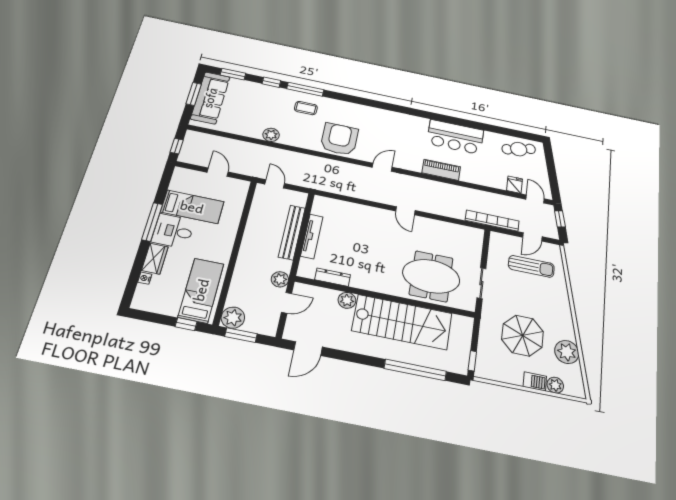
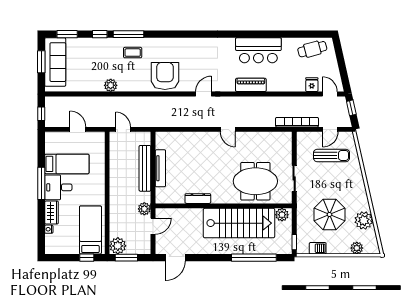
dresser: (333, 277) -> (198, 199), moved
plant: (347, 300) -> (282, 215), moved
barbecue: (535, 381) -> (318, 248), moved

